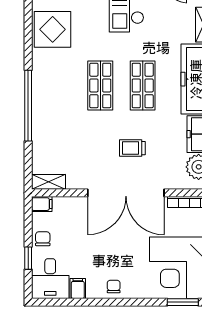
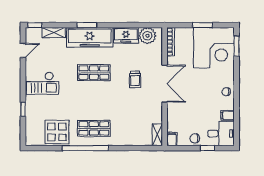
shop shelf: (100, 85) -> (94, 128), moved
window: (28, 106) -> (85, 148), moved
double door: (126, 193) -> (165, 84), width x0.73

